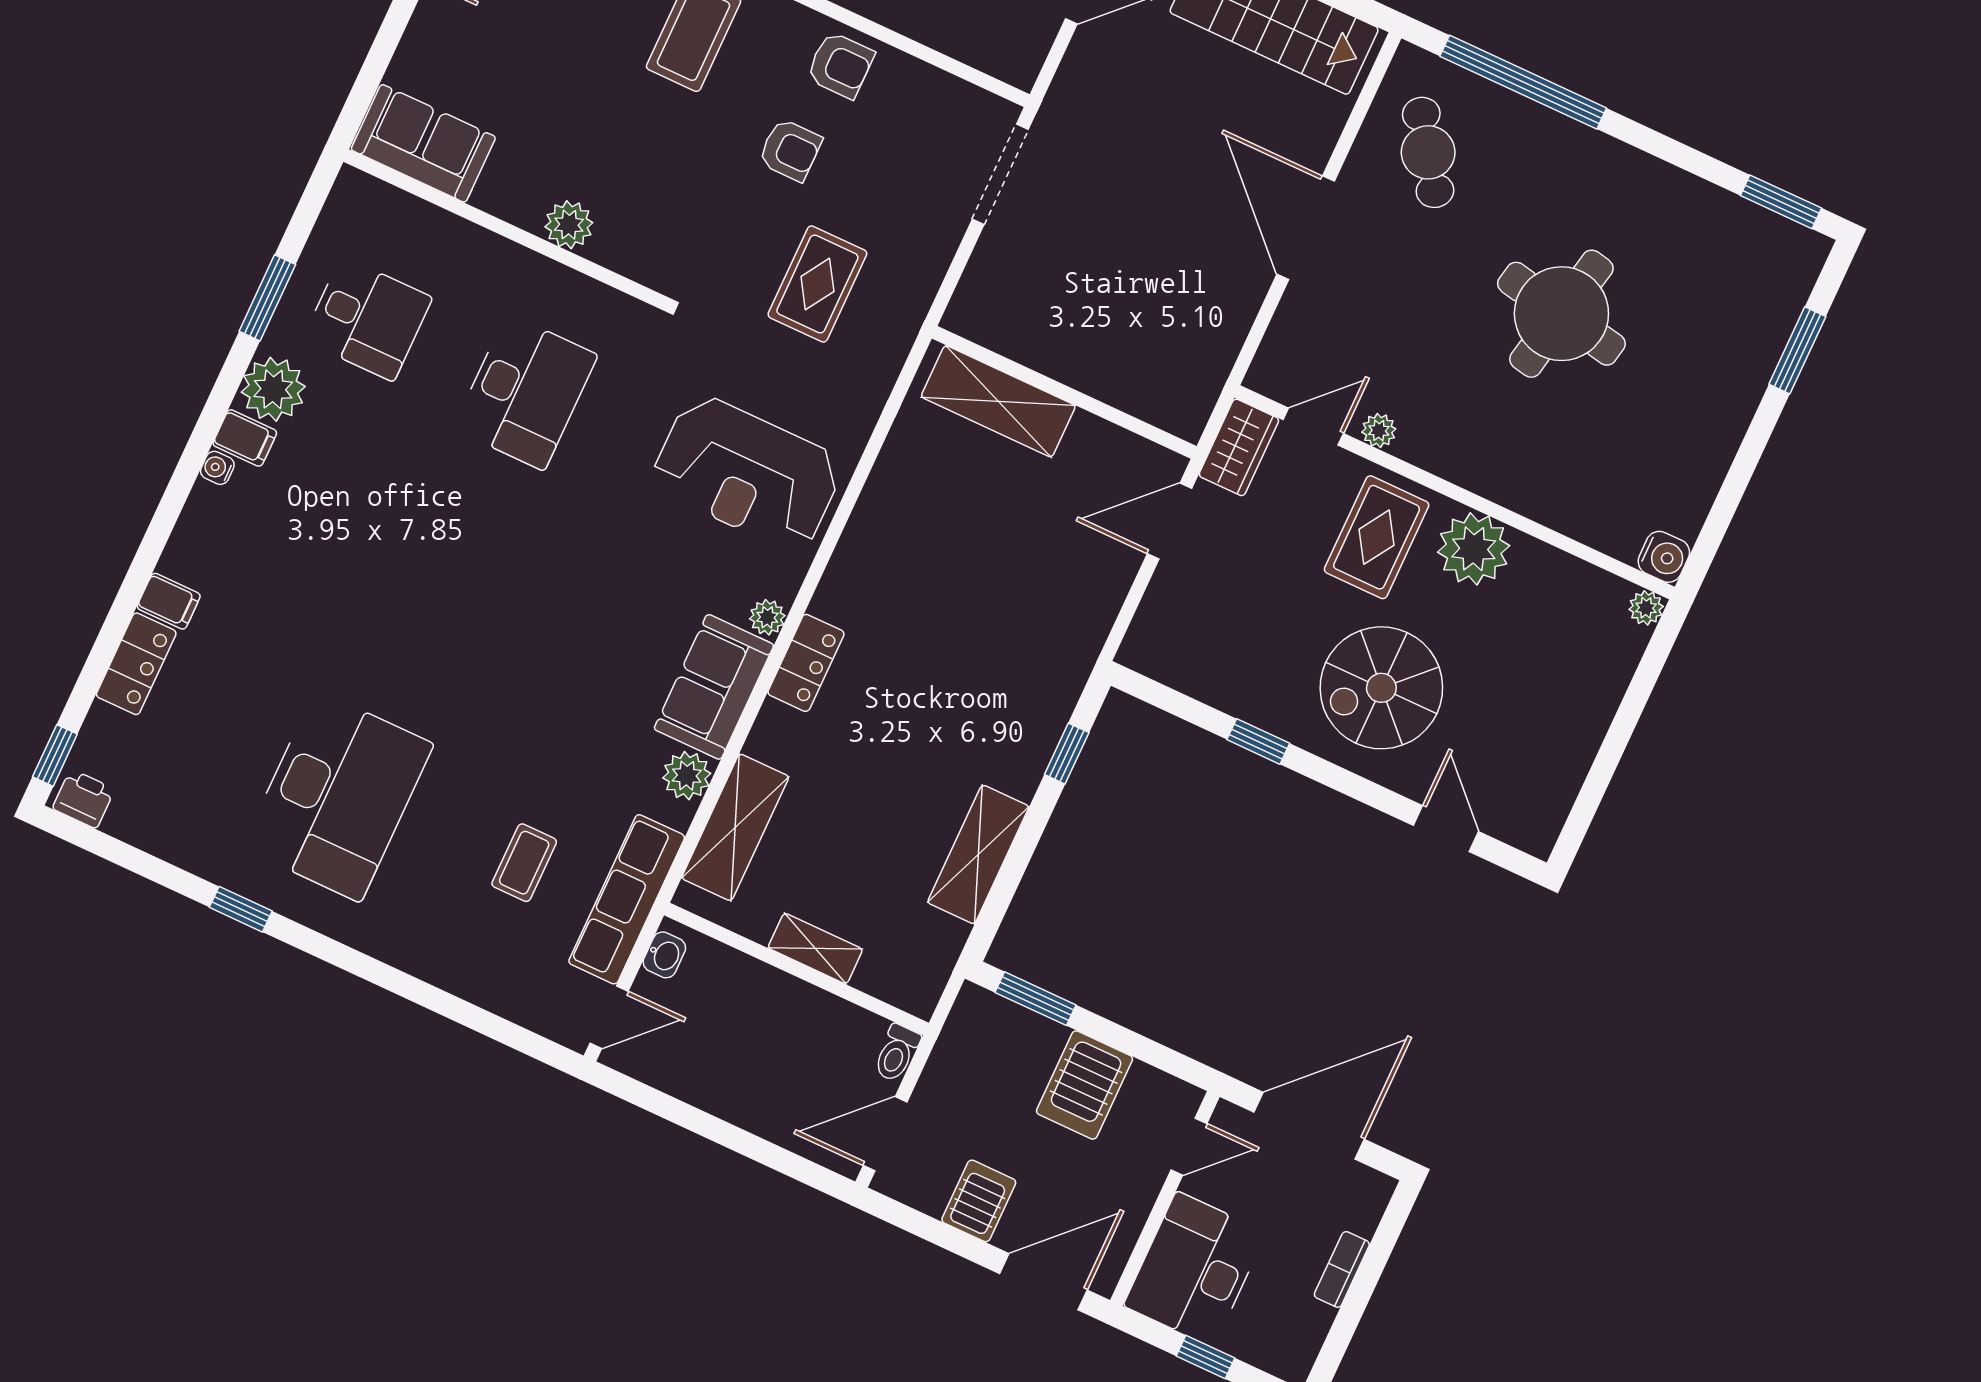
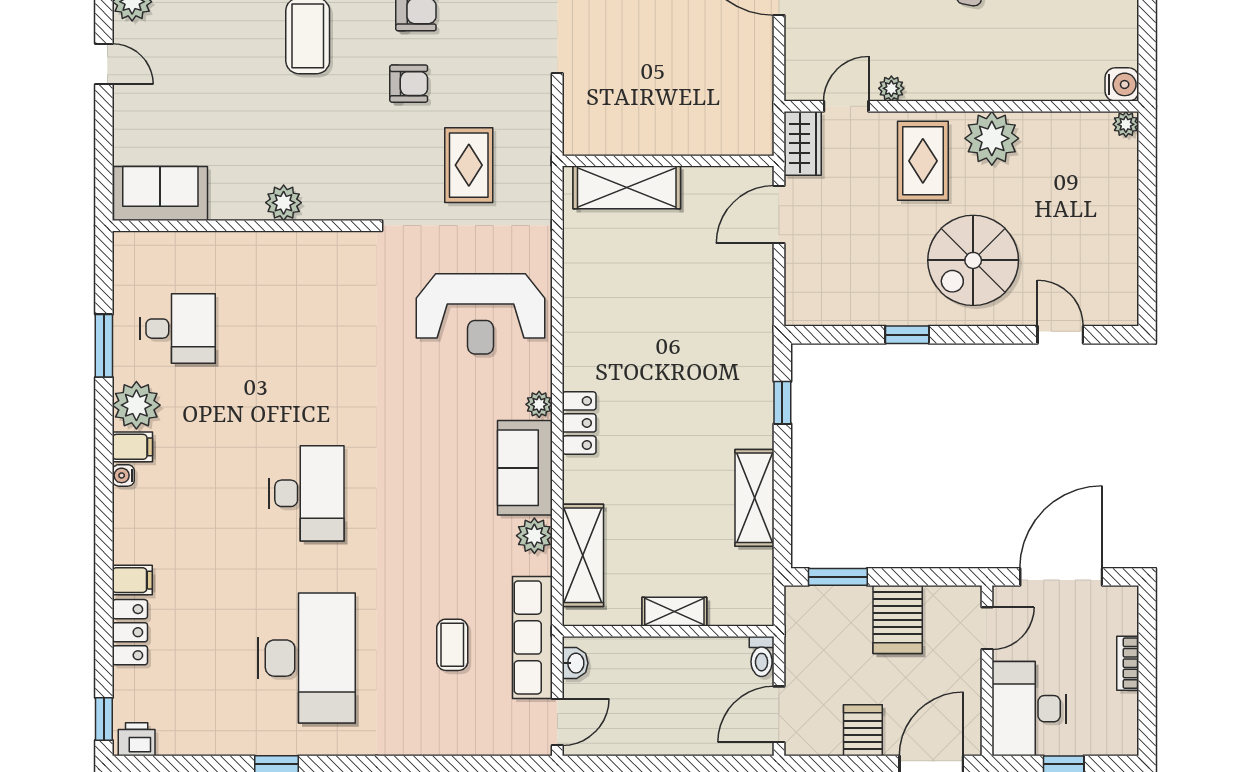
desk: (525, 392) -> (306, 493), moved

